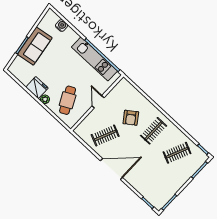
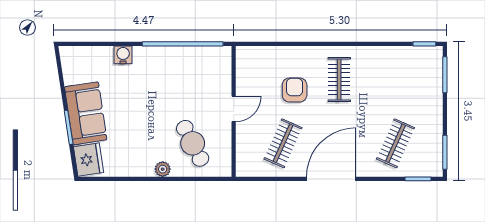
water cooler: (62, 26) -> (123, 55), moved
kitchen unit: (94, 59) -> (178, 58), removed
fridge: (37, 88) -> (89, 160), moved, turned 81
door: (98, 102) -> (234, 109), swing flipped
armchair: (131, 118) -> (295, 90), turned -144
clothes rail: (177, 153) -> (395, 143), moved

